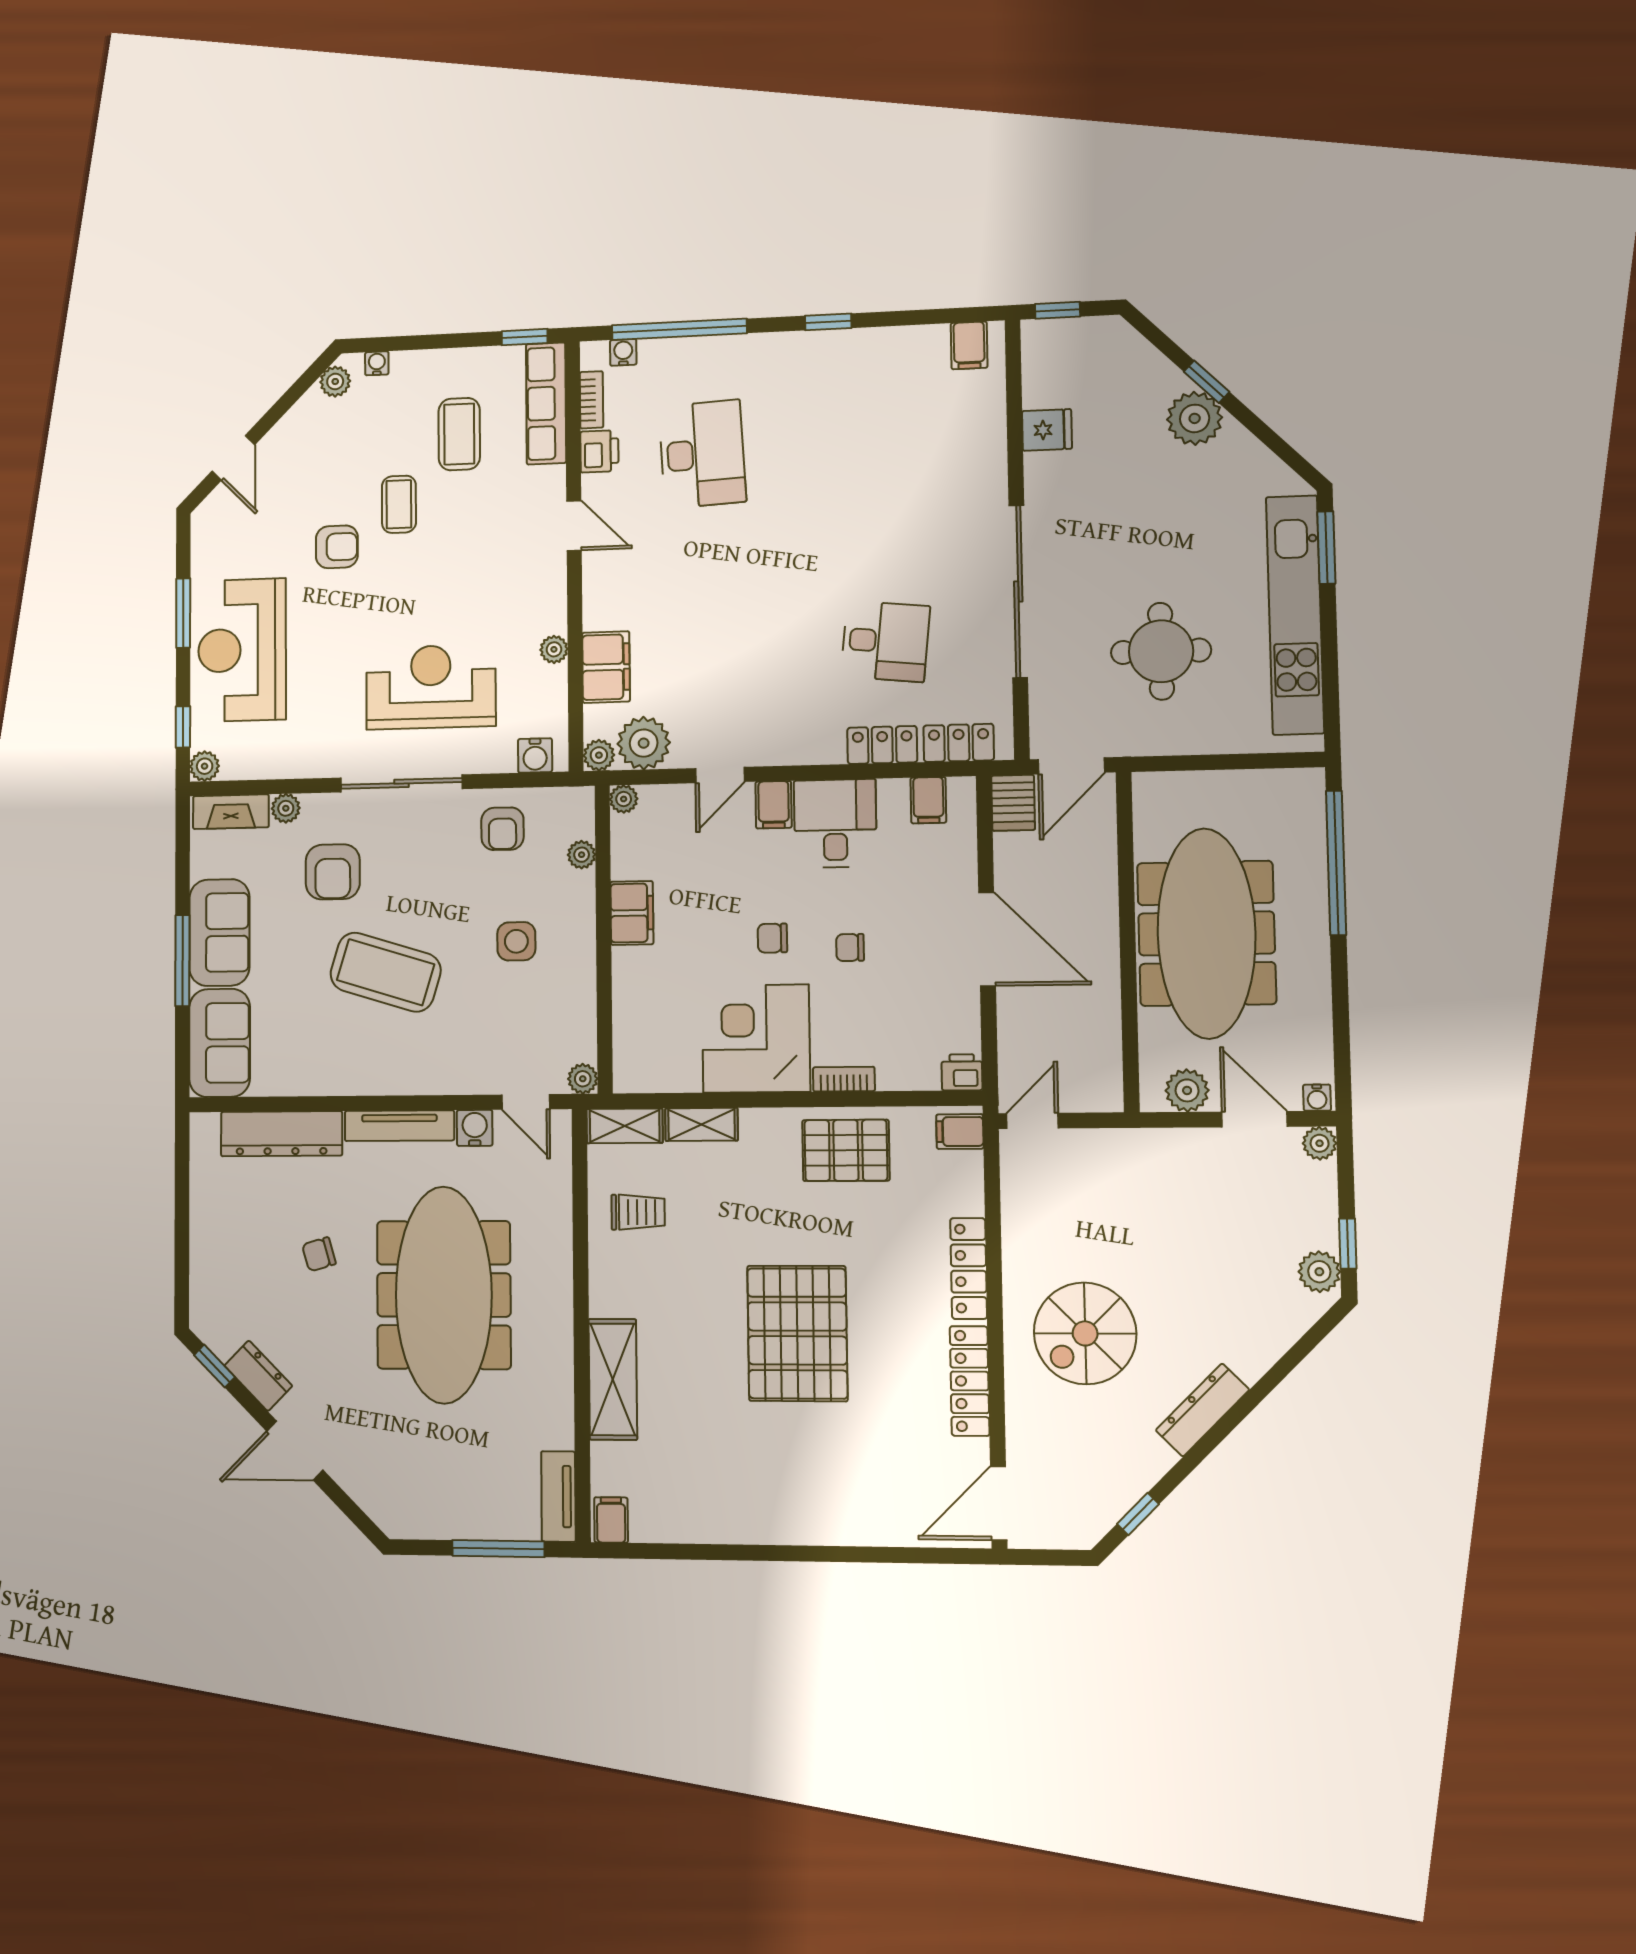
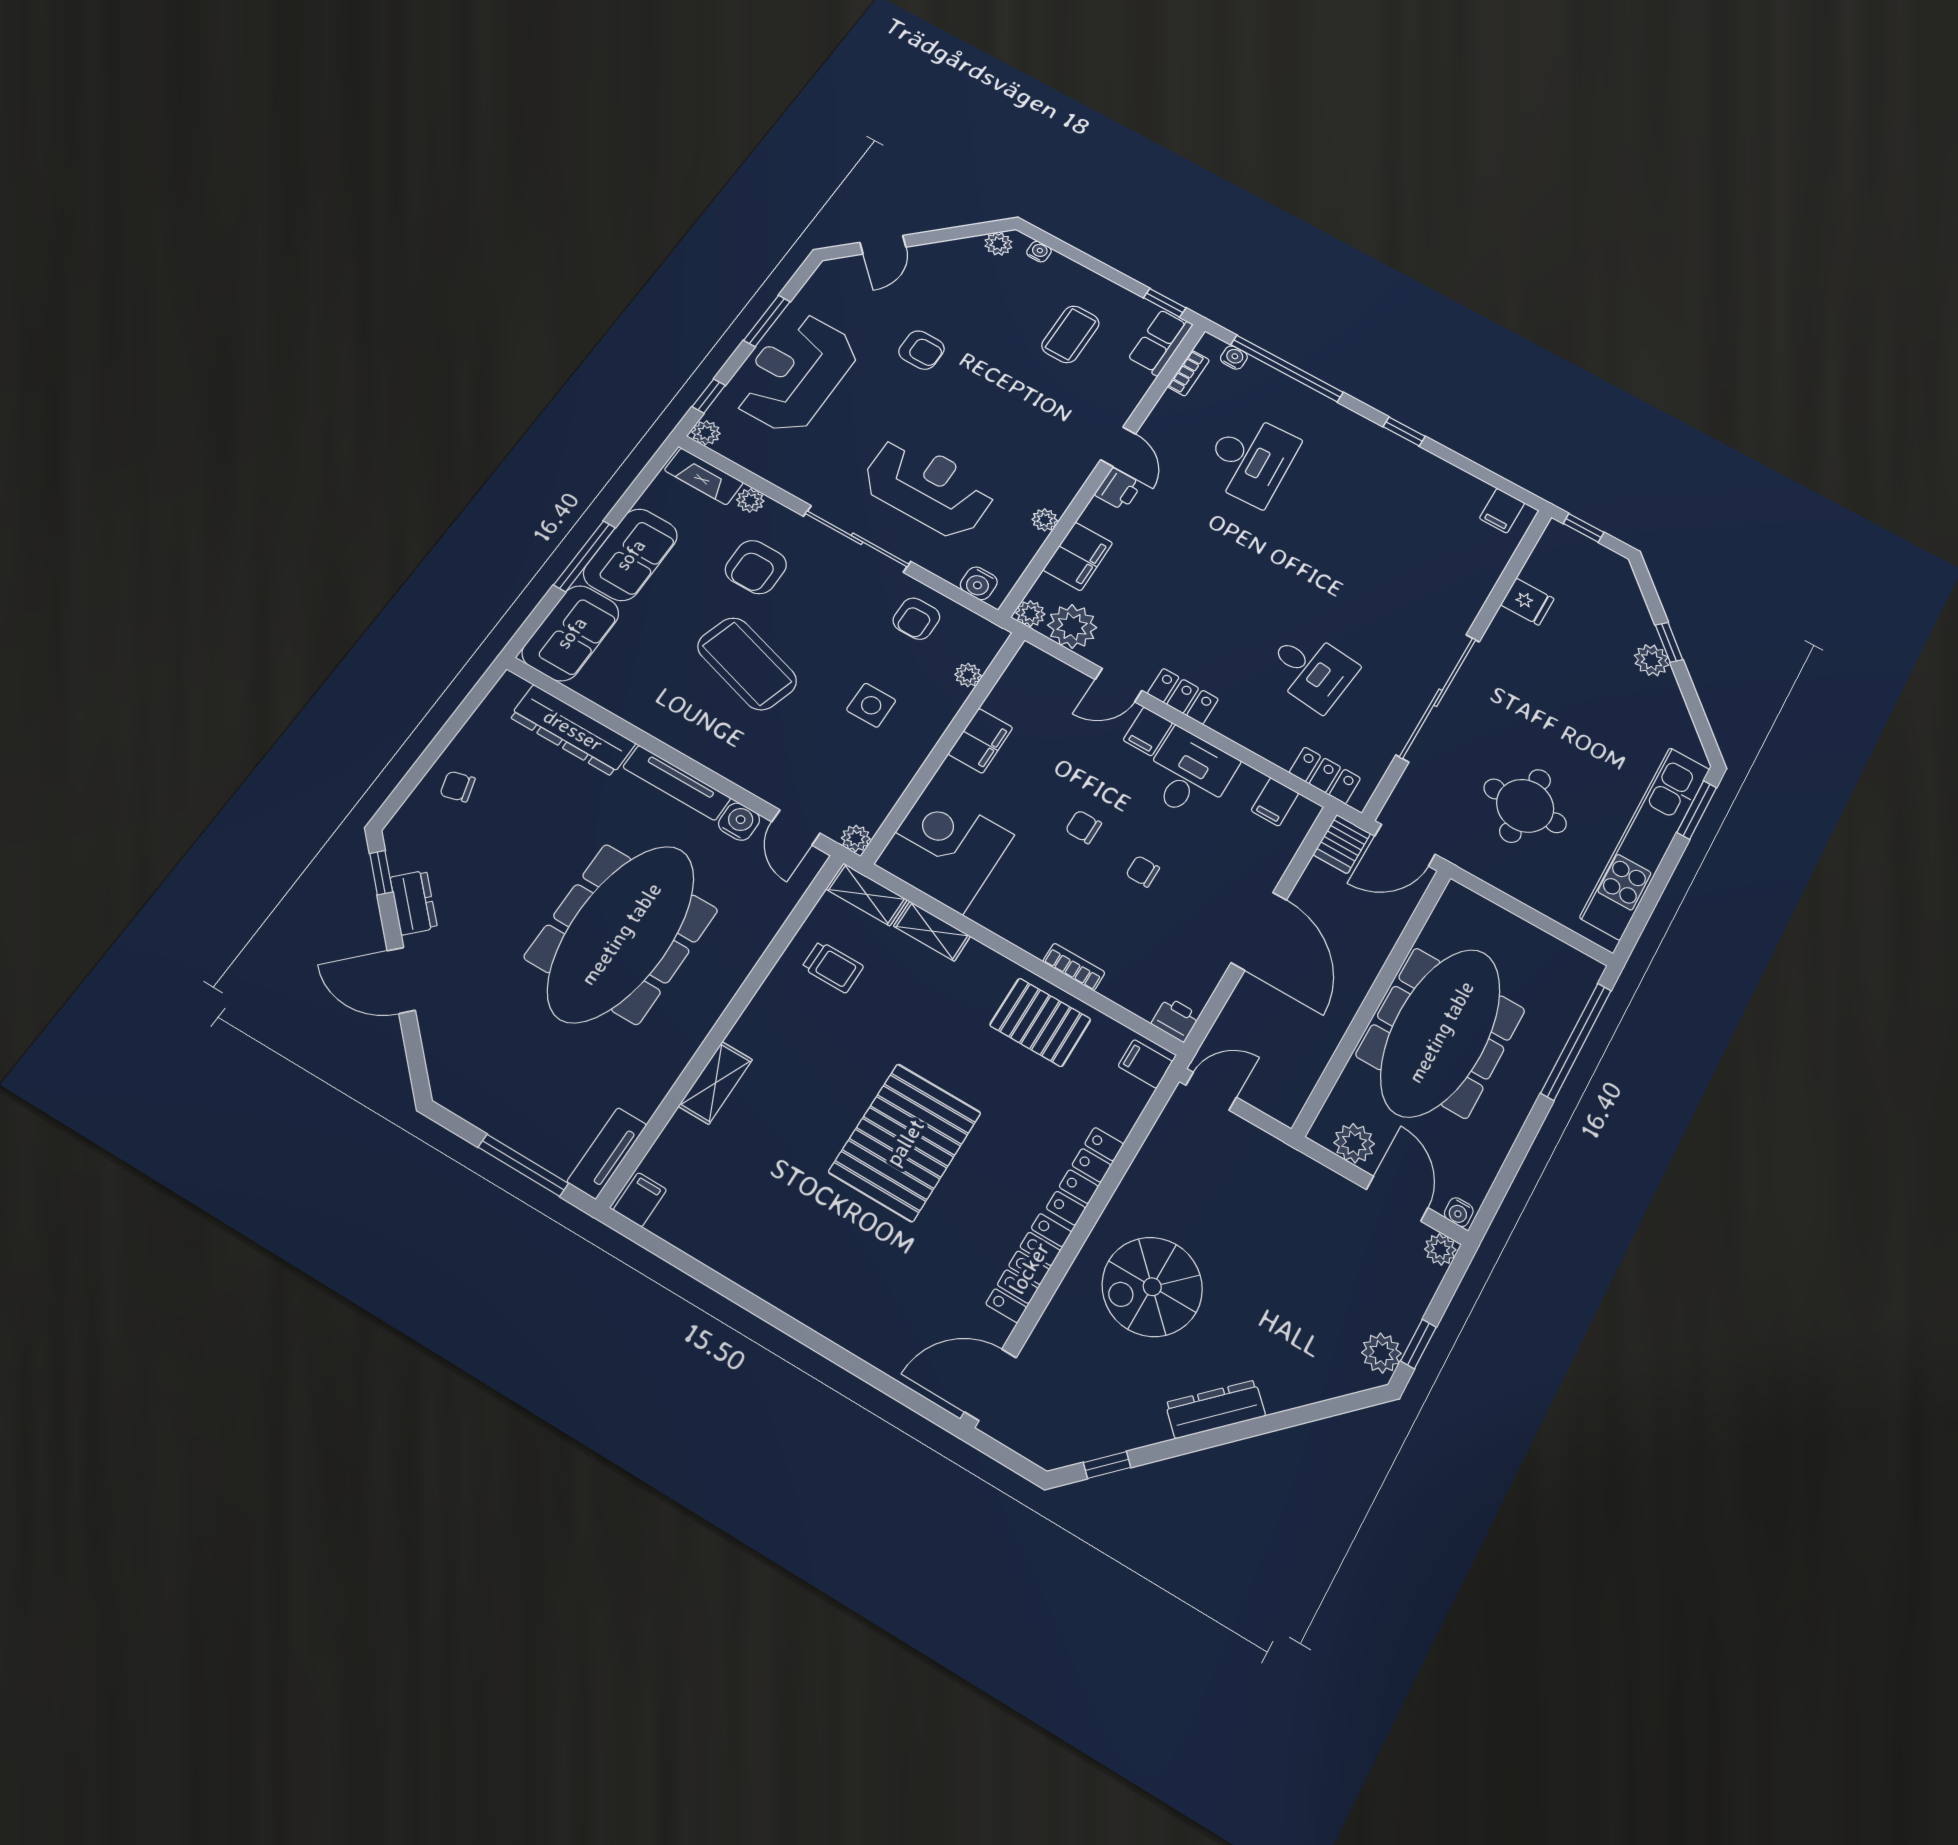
row of seats: (546, 403) -> (1160, 342), width x0.68
plant: (1195, 418) -> (1652, 660), width x0.73, depth x0.73
printer: (599, 451) -> (1118, 489), moved
coffee table: (399, 504) -> (991, 351), removed
locker: (882, 745) -> (1183, 696), moved
plant: (624, 799) -> (1029, 656), removed
corner desk: (756, 1039) -> (944, 849), moved
chair: (319, 1254) -> (458, 787), moved
shelving: (613, 1379) -> (715, 1083), width x0.67, depth x0.75

